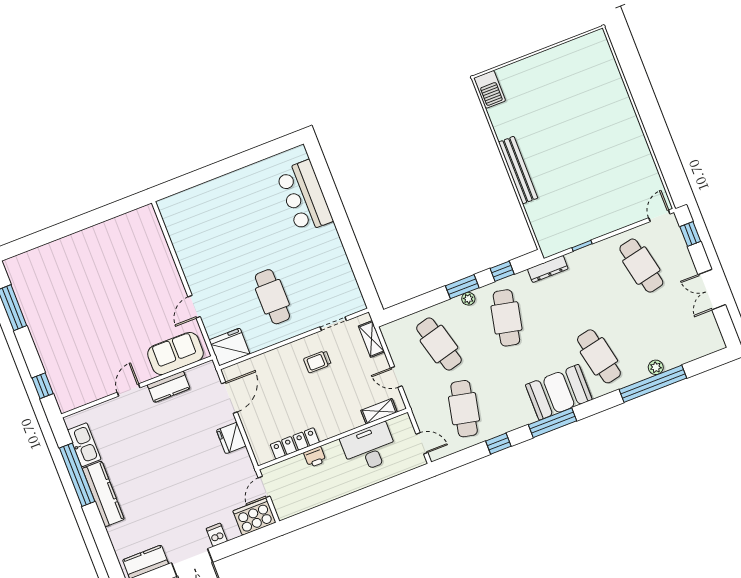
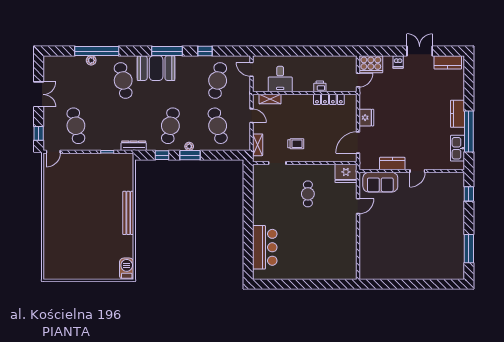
cafe table: (272, 297) -> (308, 194), width x0.73, depth x0.74
desk: (369, 448) -> (280, 79), width x0.73
kitchen counter: (103, 494) -> (457, 114), width x0.67

